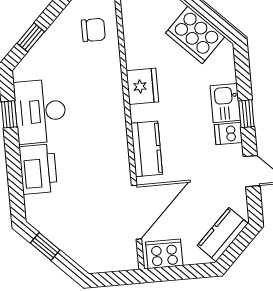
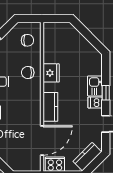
cooker: (195, 35) -> (82, 48), removed
chair: (99, 89) -> (28, 73), added

